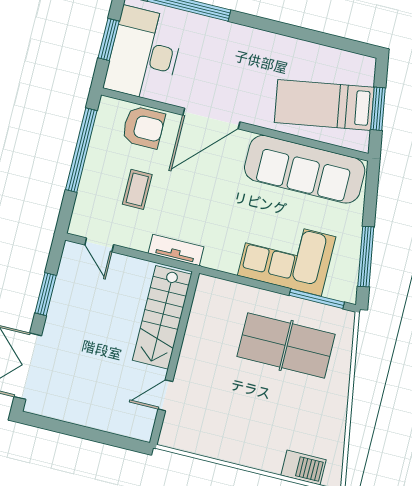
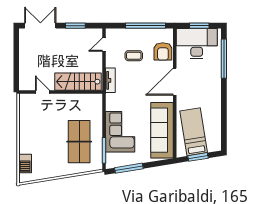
door: (211, 118) -> (175, 82), hinge flipped

